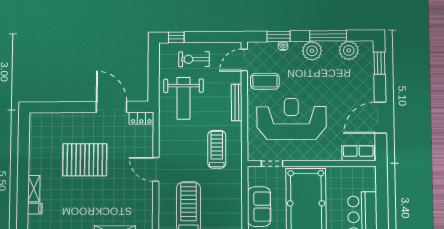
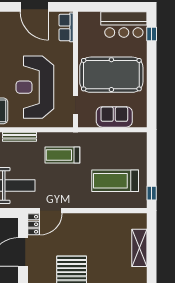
door: (156, 169) -> (51, 211), moved

